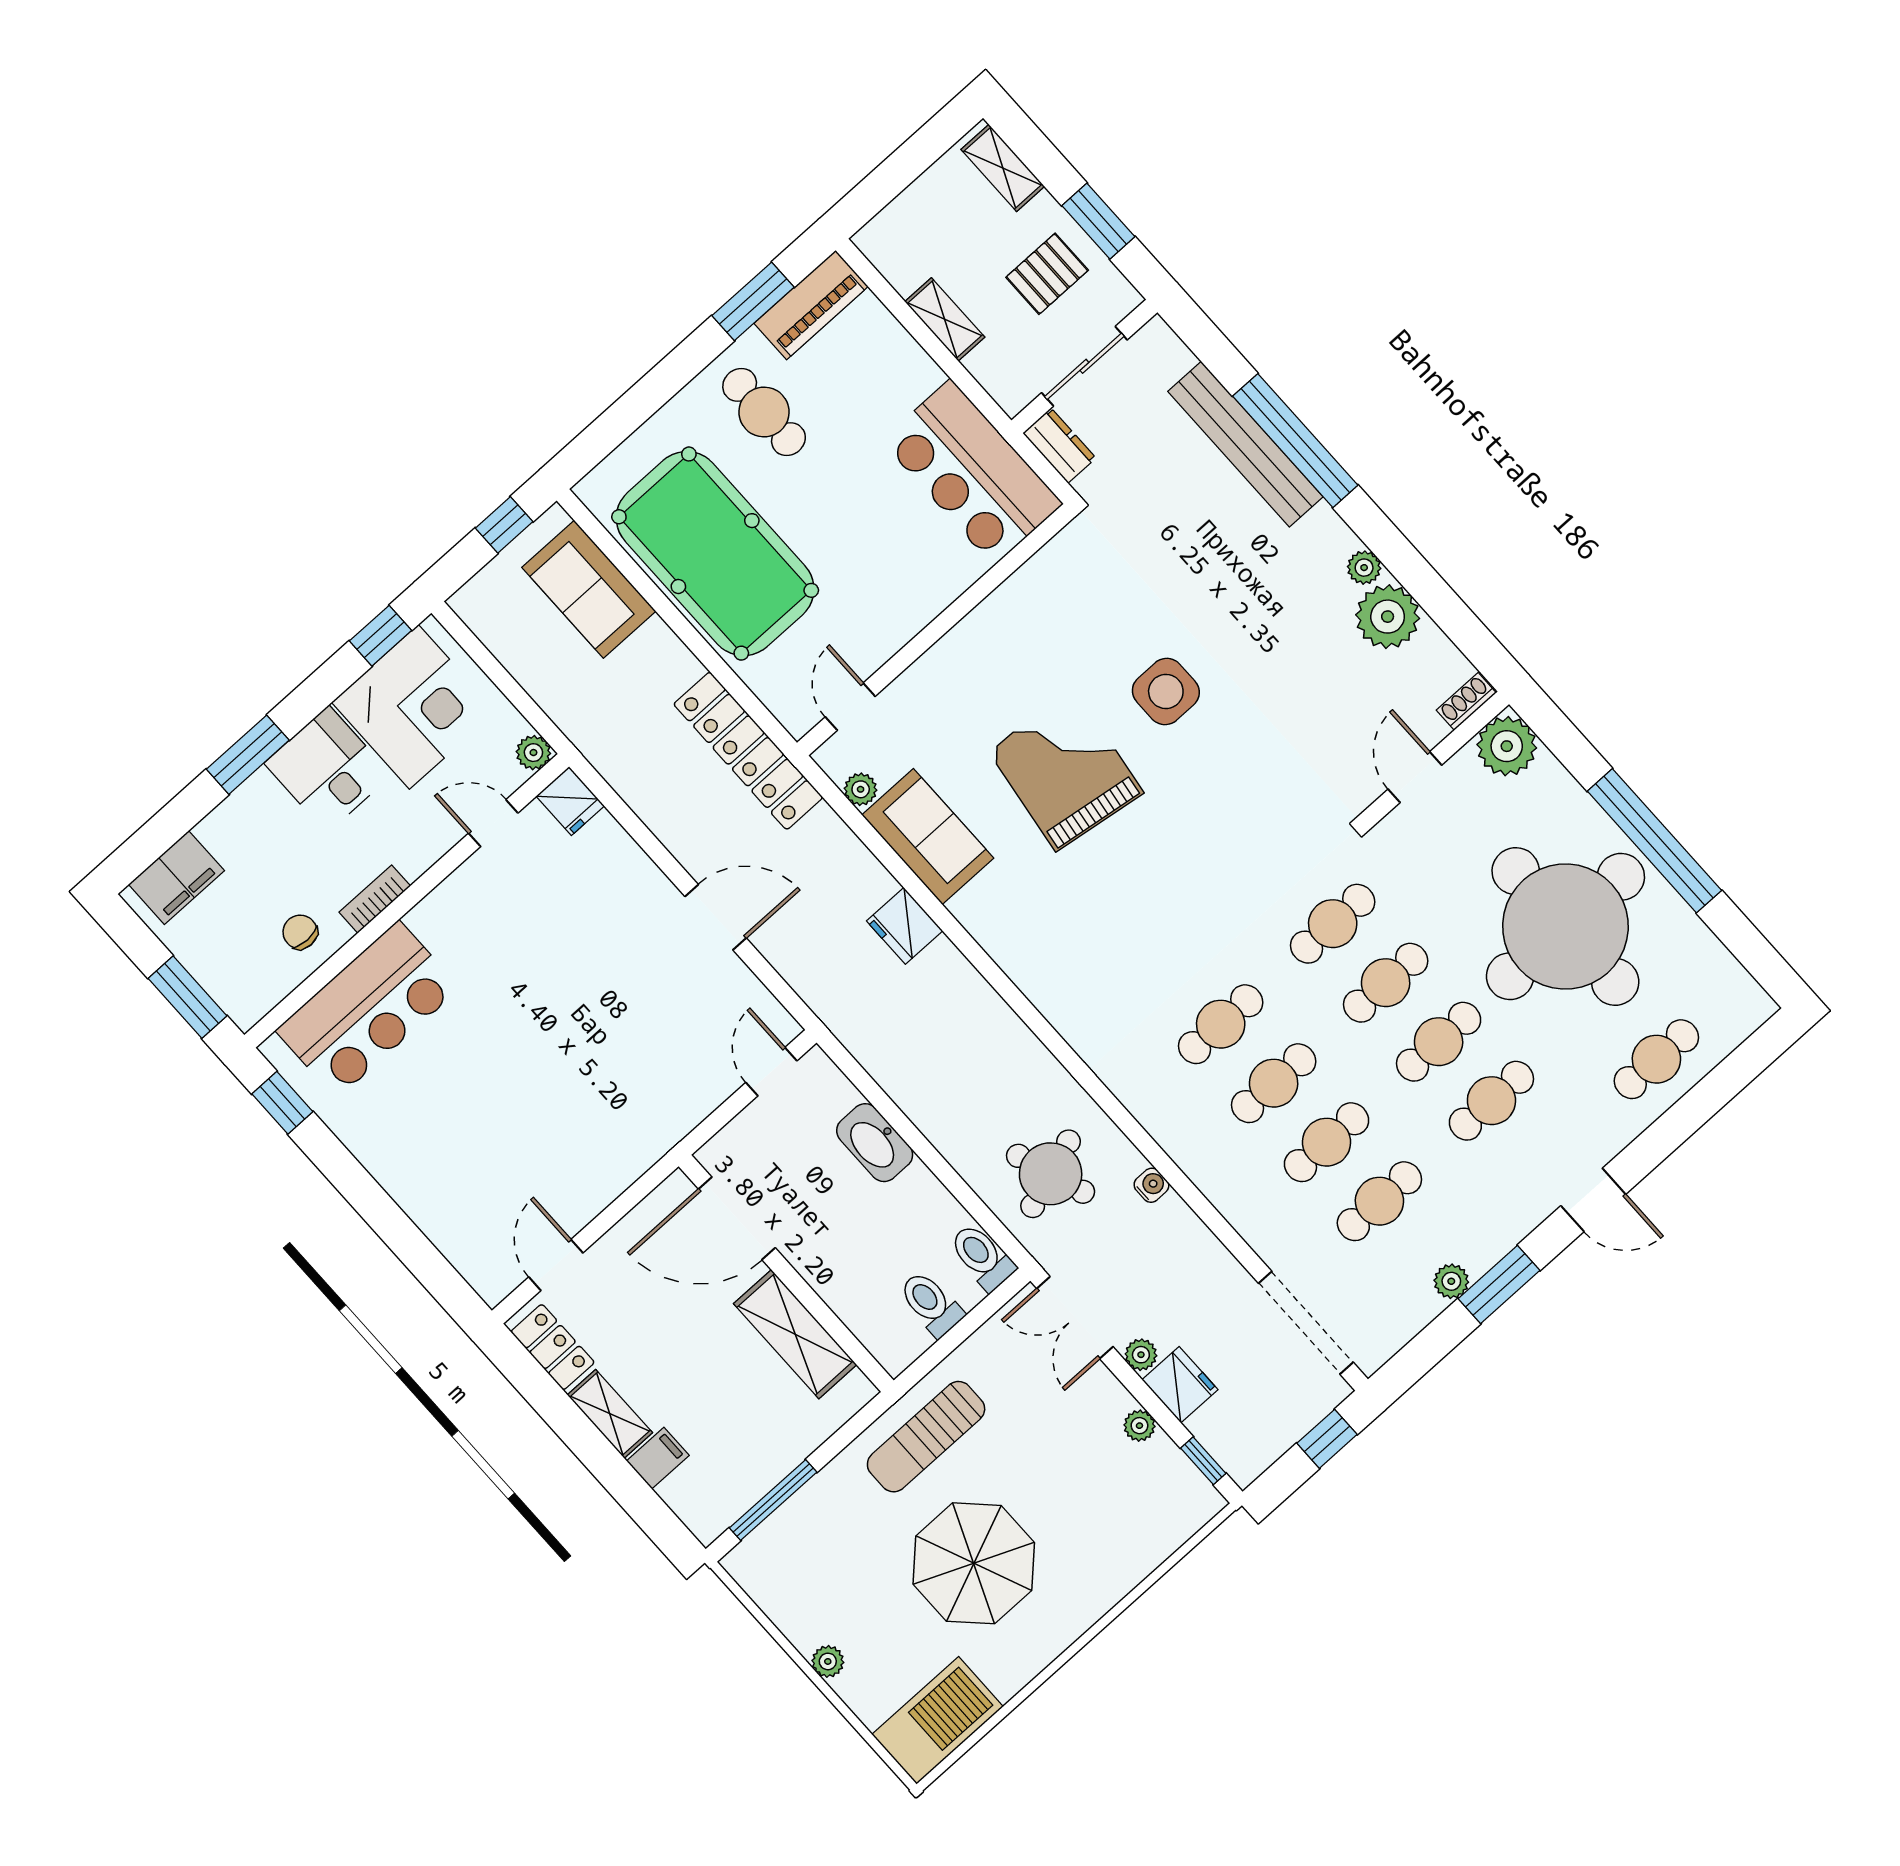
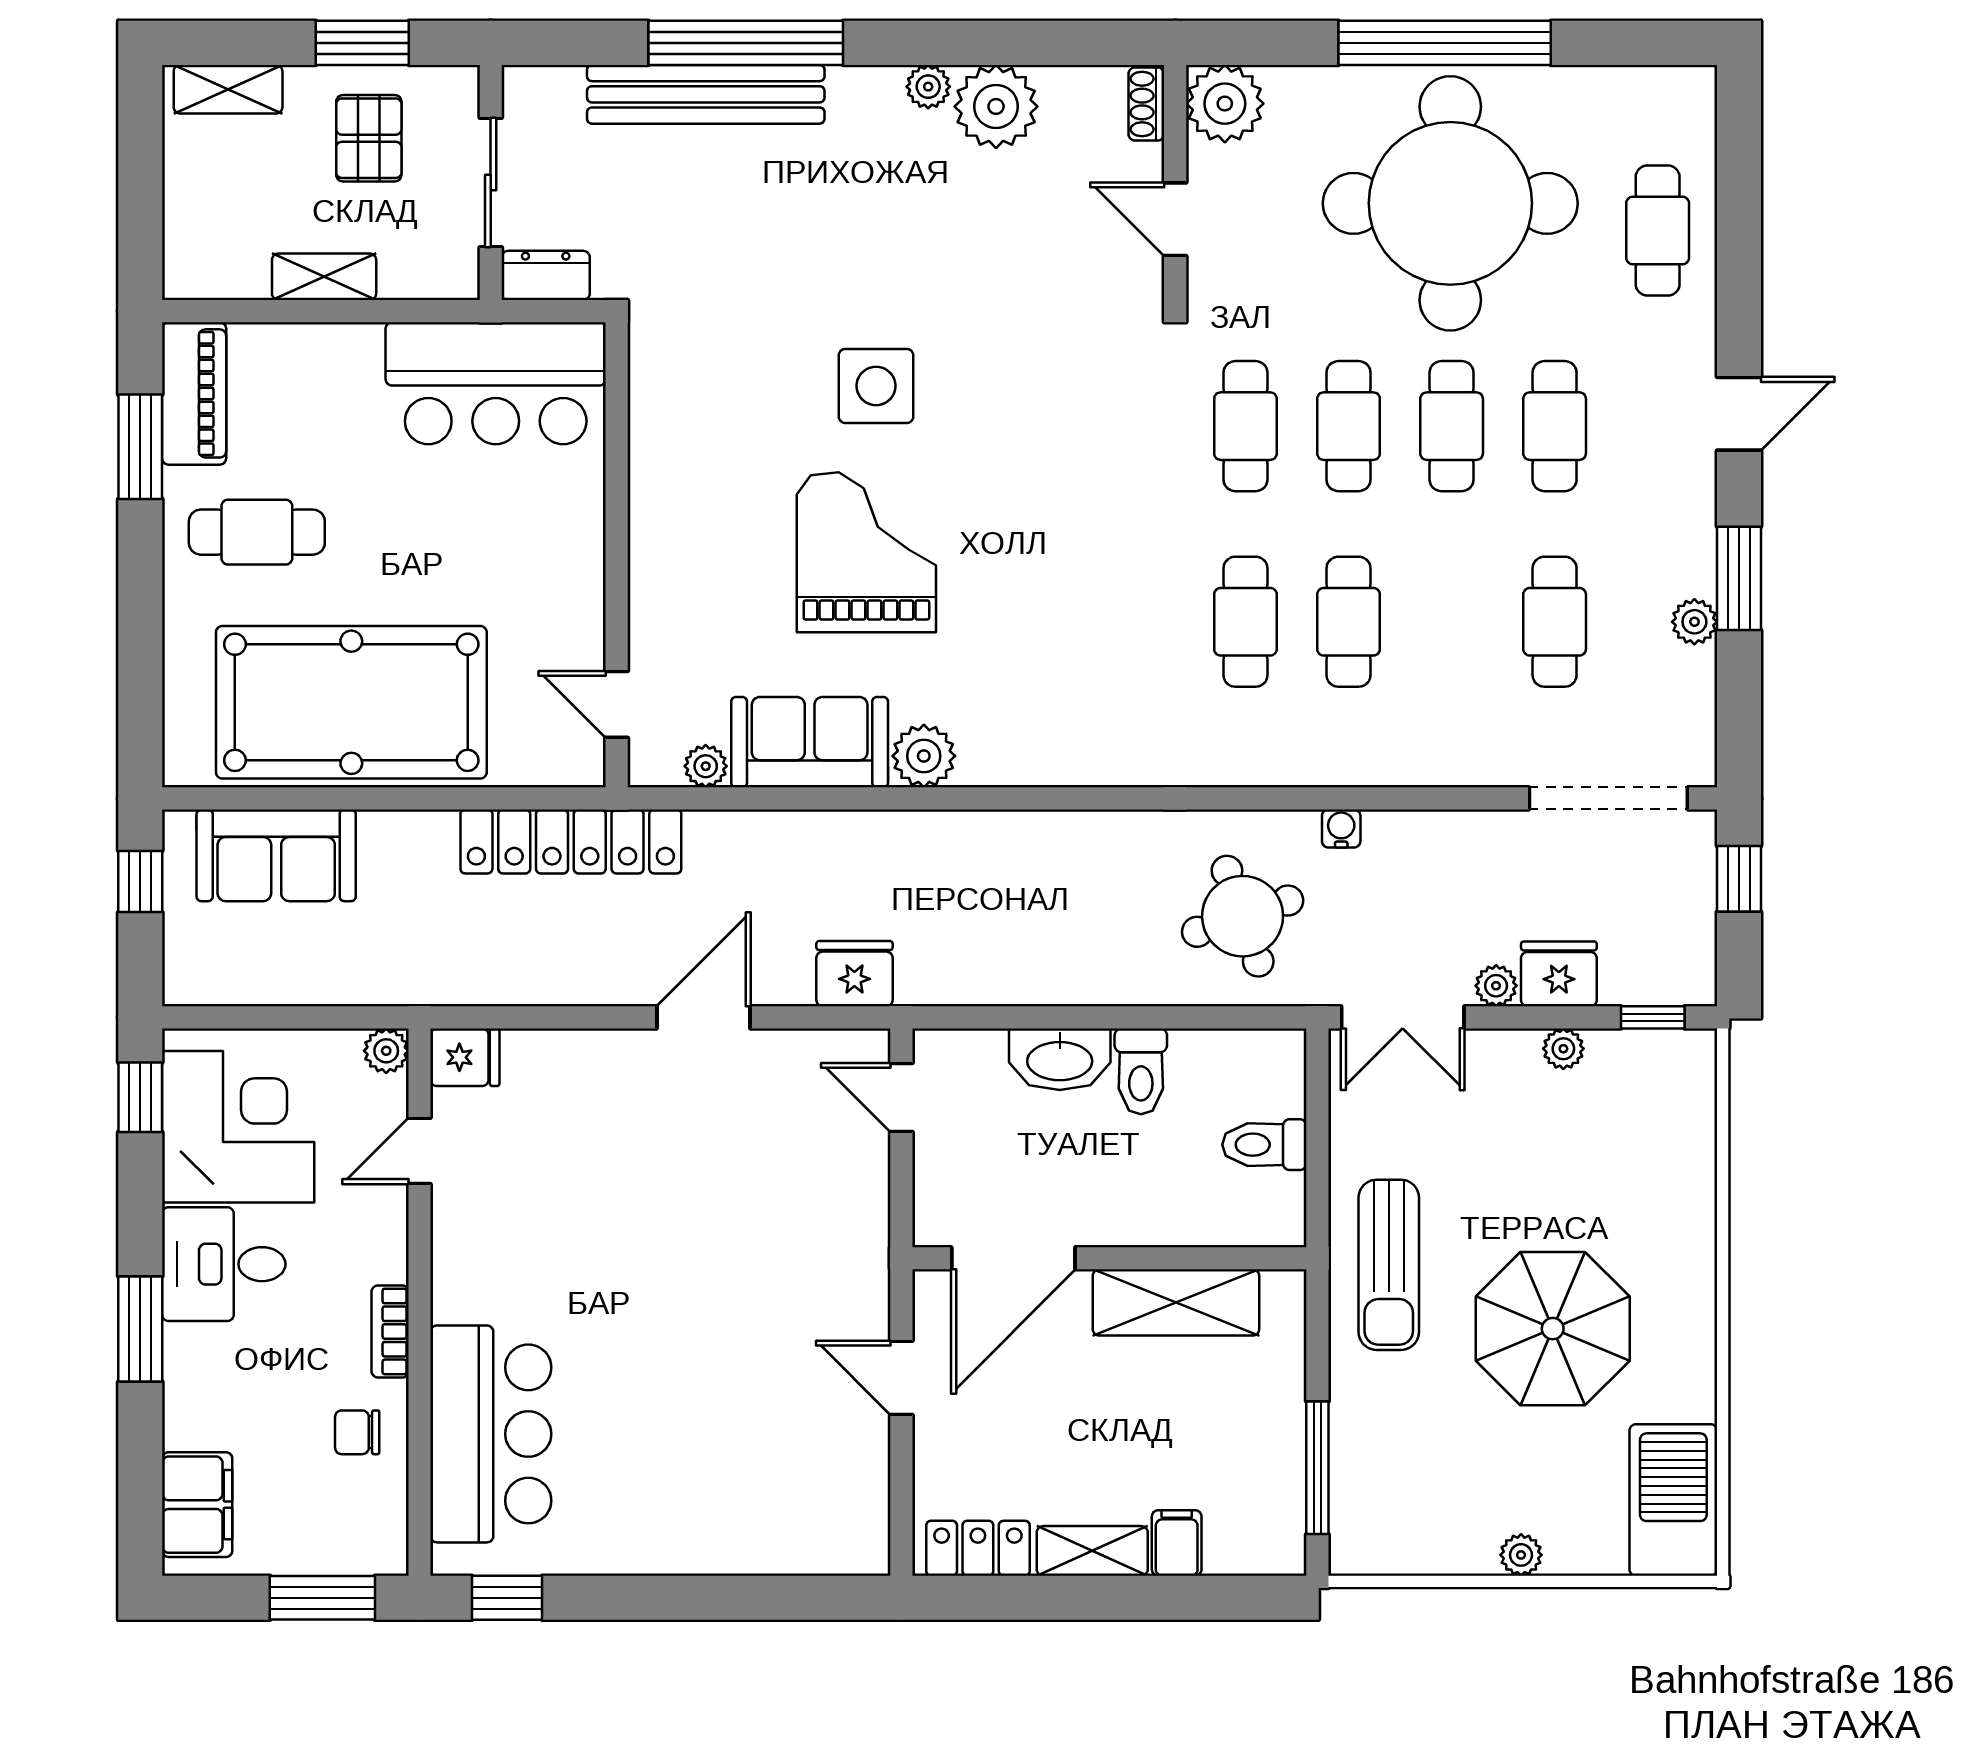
grand piano: (1066, 771) -> (866, 552), turned 82
plant: (978, 909) -> (924, 756), added
fridge: (905, 926) -> (854, 974), moved, turned 180
cafe table: (1327, 1142) -> (1452, 622), removed
toilet: (982, 1257) -> (1141, 1071), moved, turned -90
door: (556, 1265) -> (901, 1378), moved

